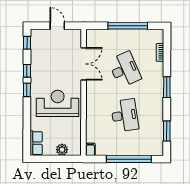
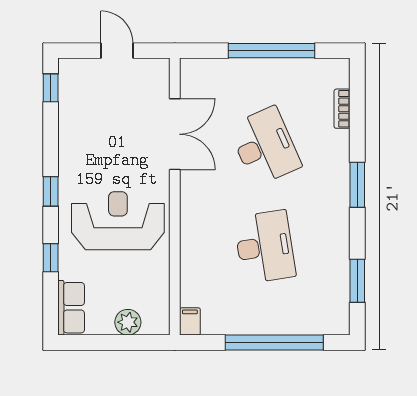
window: (27, 71) -> (51, 258), moved

